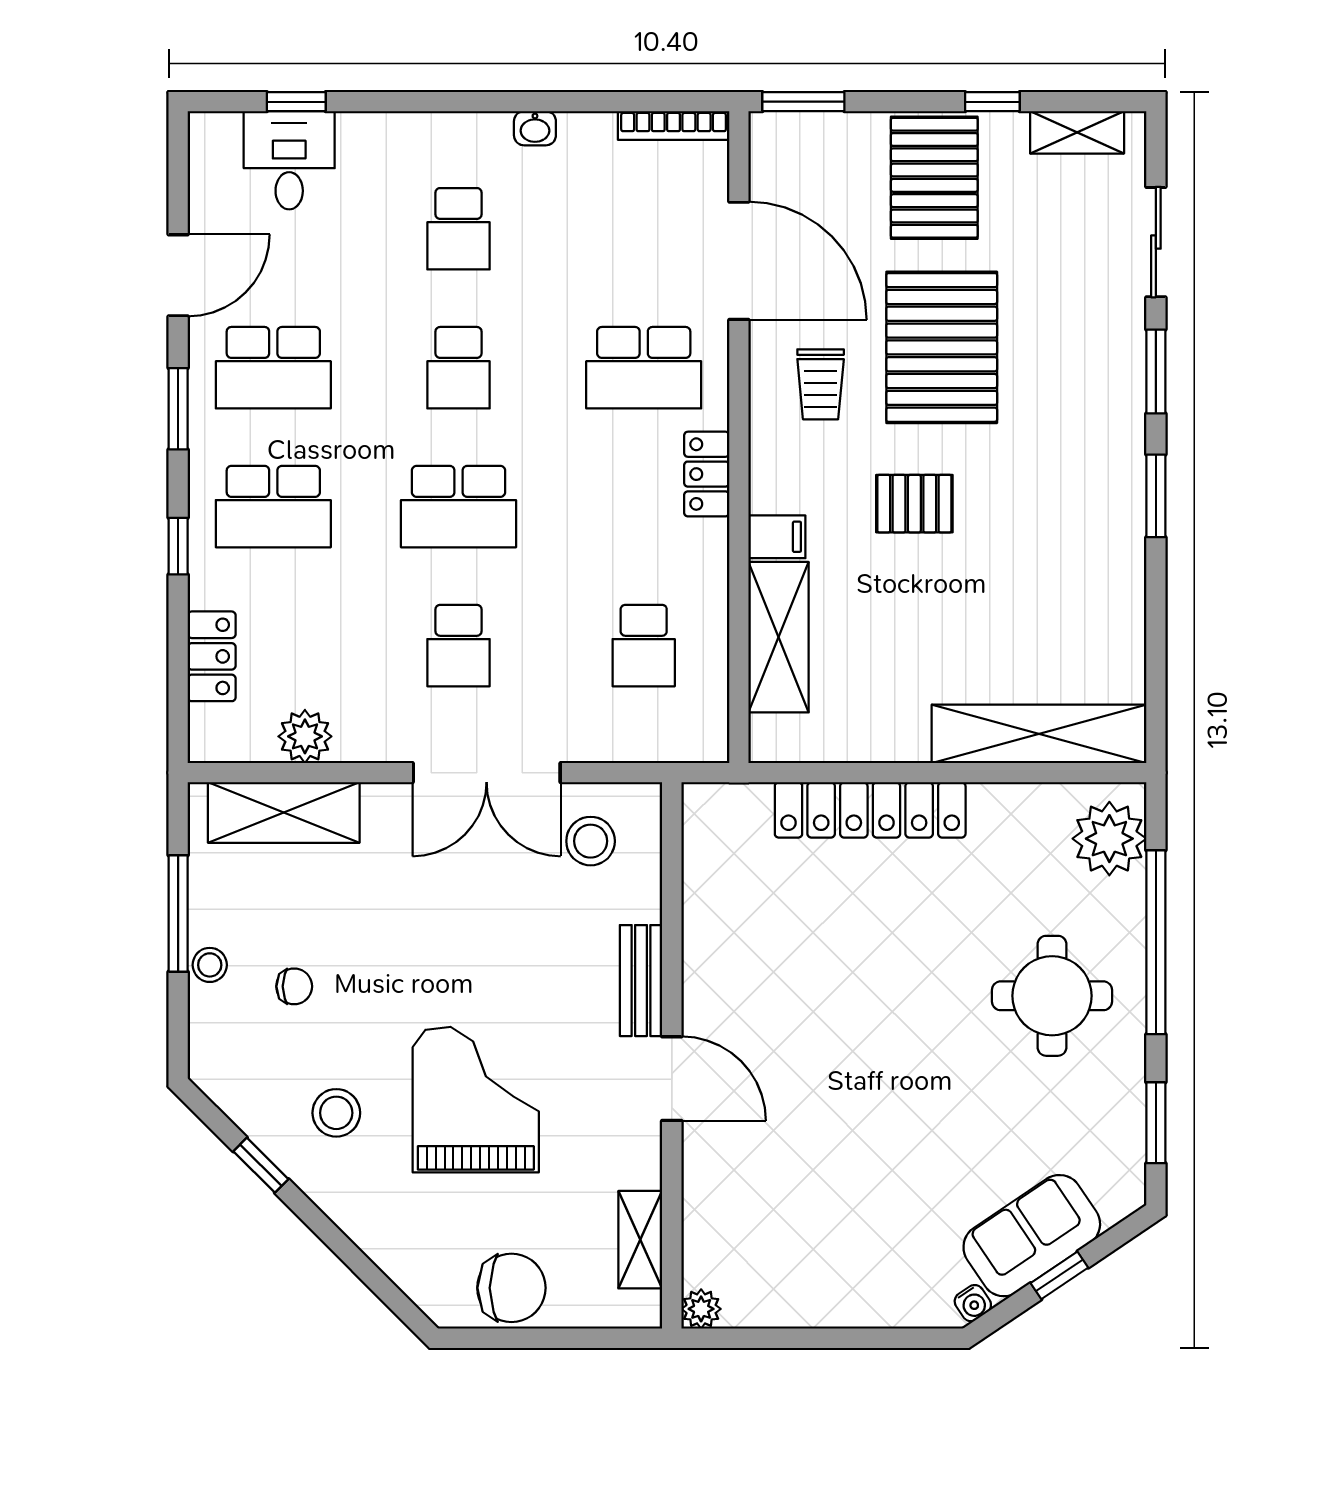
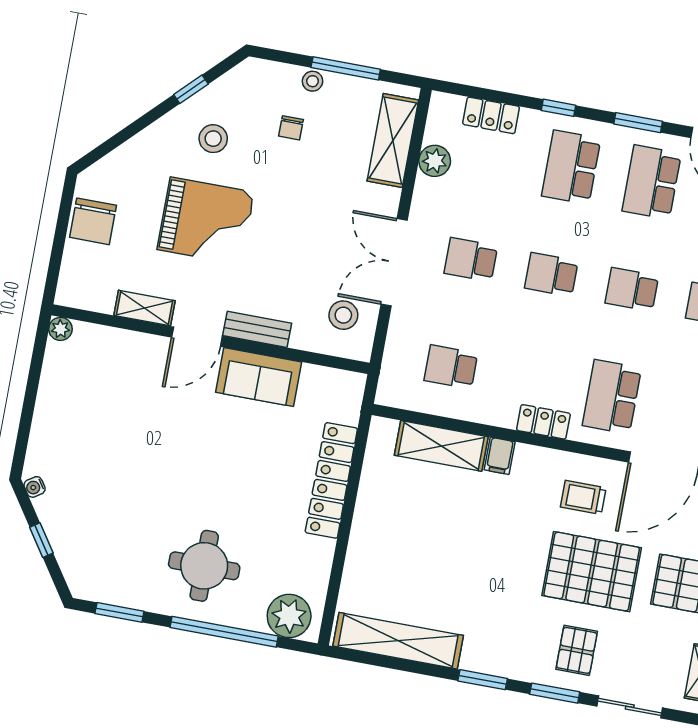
pallet: (914, 504) -> (577, 650), moved
school desk: (458, 507) -> (551, 275), width x0.54
shelving: (1039, 734) -> (398, 641), moved, turned 90
sofa: (1032, 1236) -> (259, 377), moved, turned 124
shelving: (640, 1240) -> (144, 308), moved

